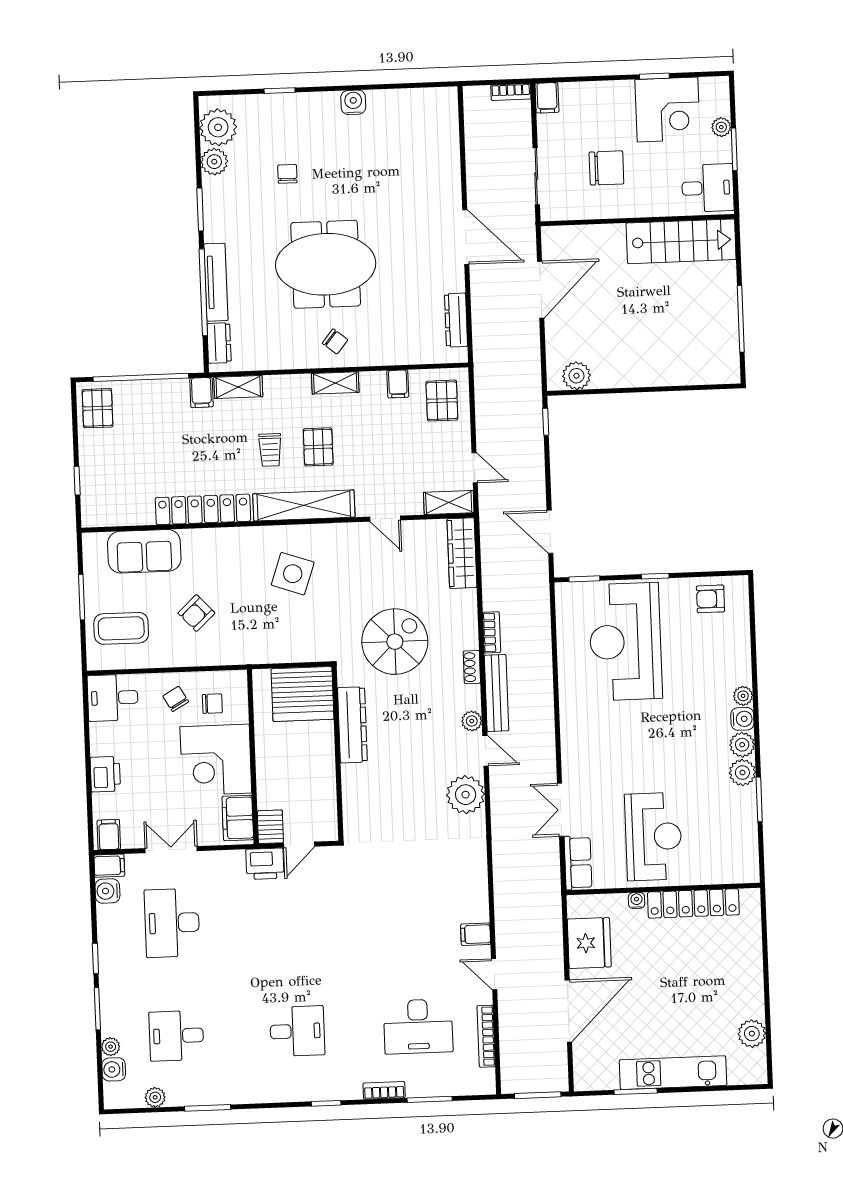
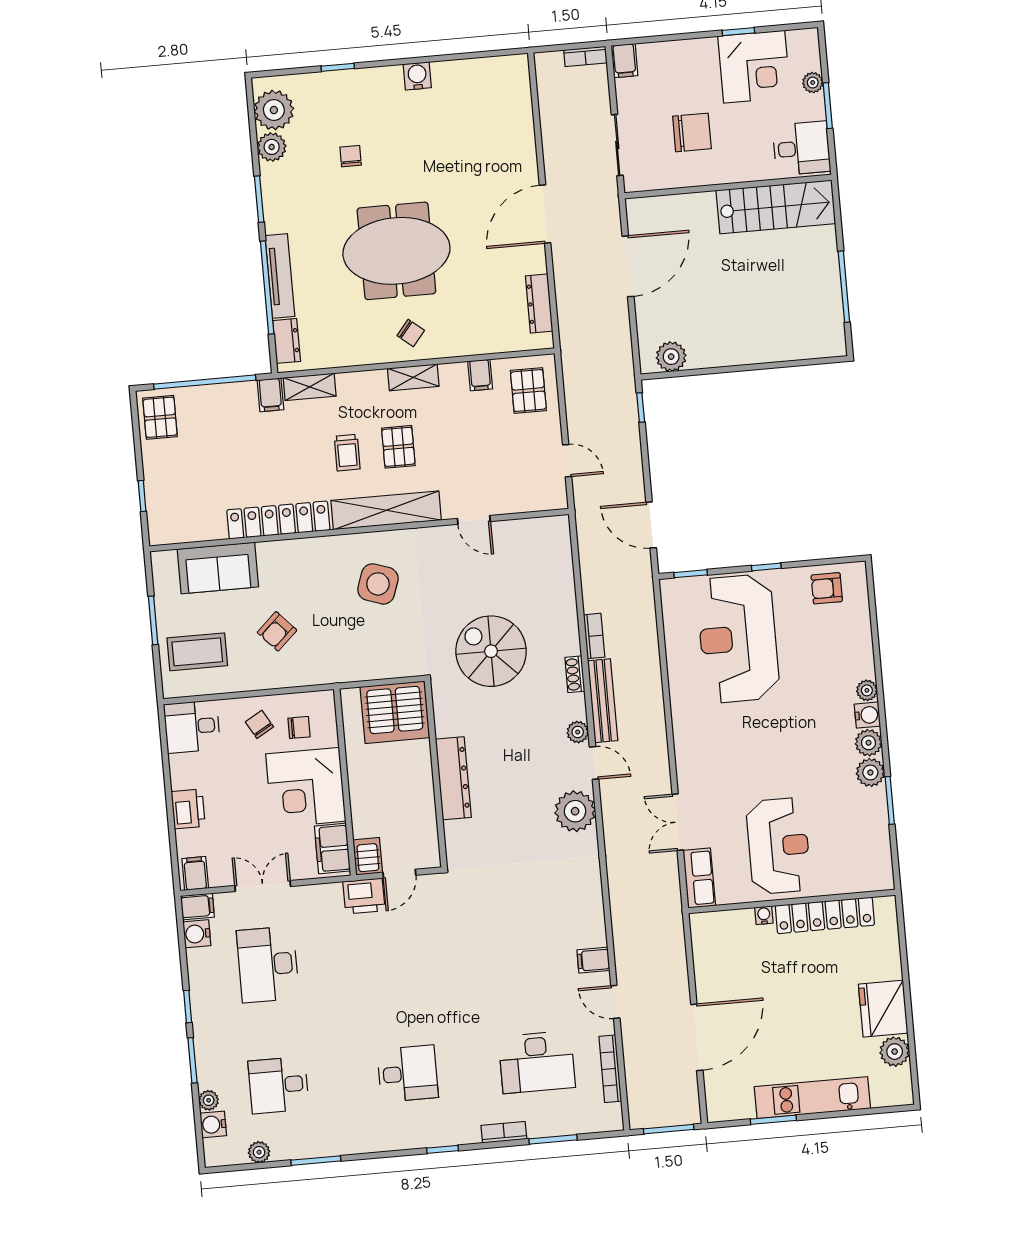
door: (466, 237) -> (545, 214), swing flipped
shelving: (449, 503) -> (541, 499), removed
wardrobe: (462, 553) -> (558, 553), removed
spiral stairs: (395, 642) -> (491, 651), turned -90
dresser: (352, 725) -> (453, 778), moved
fridge: (589, 943) -> (883, 1009), moved, turned 180

